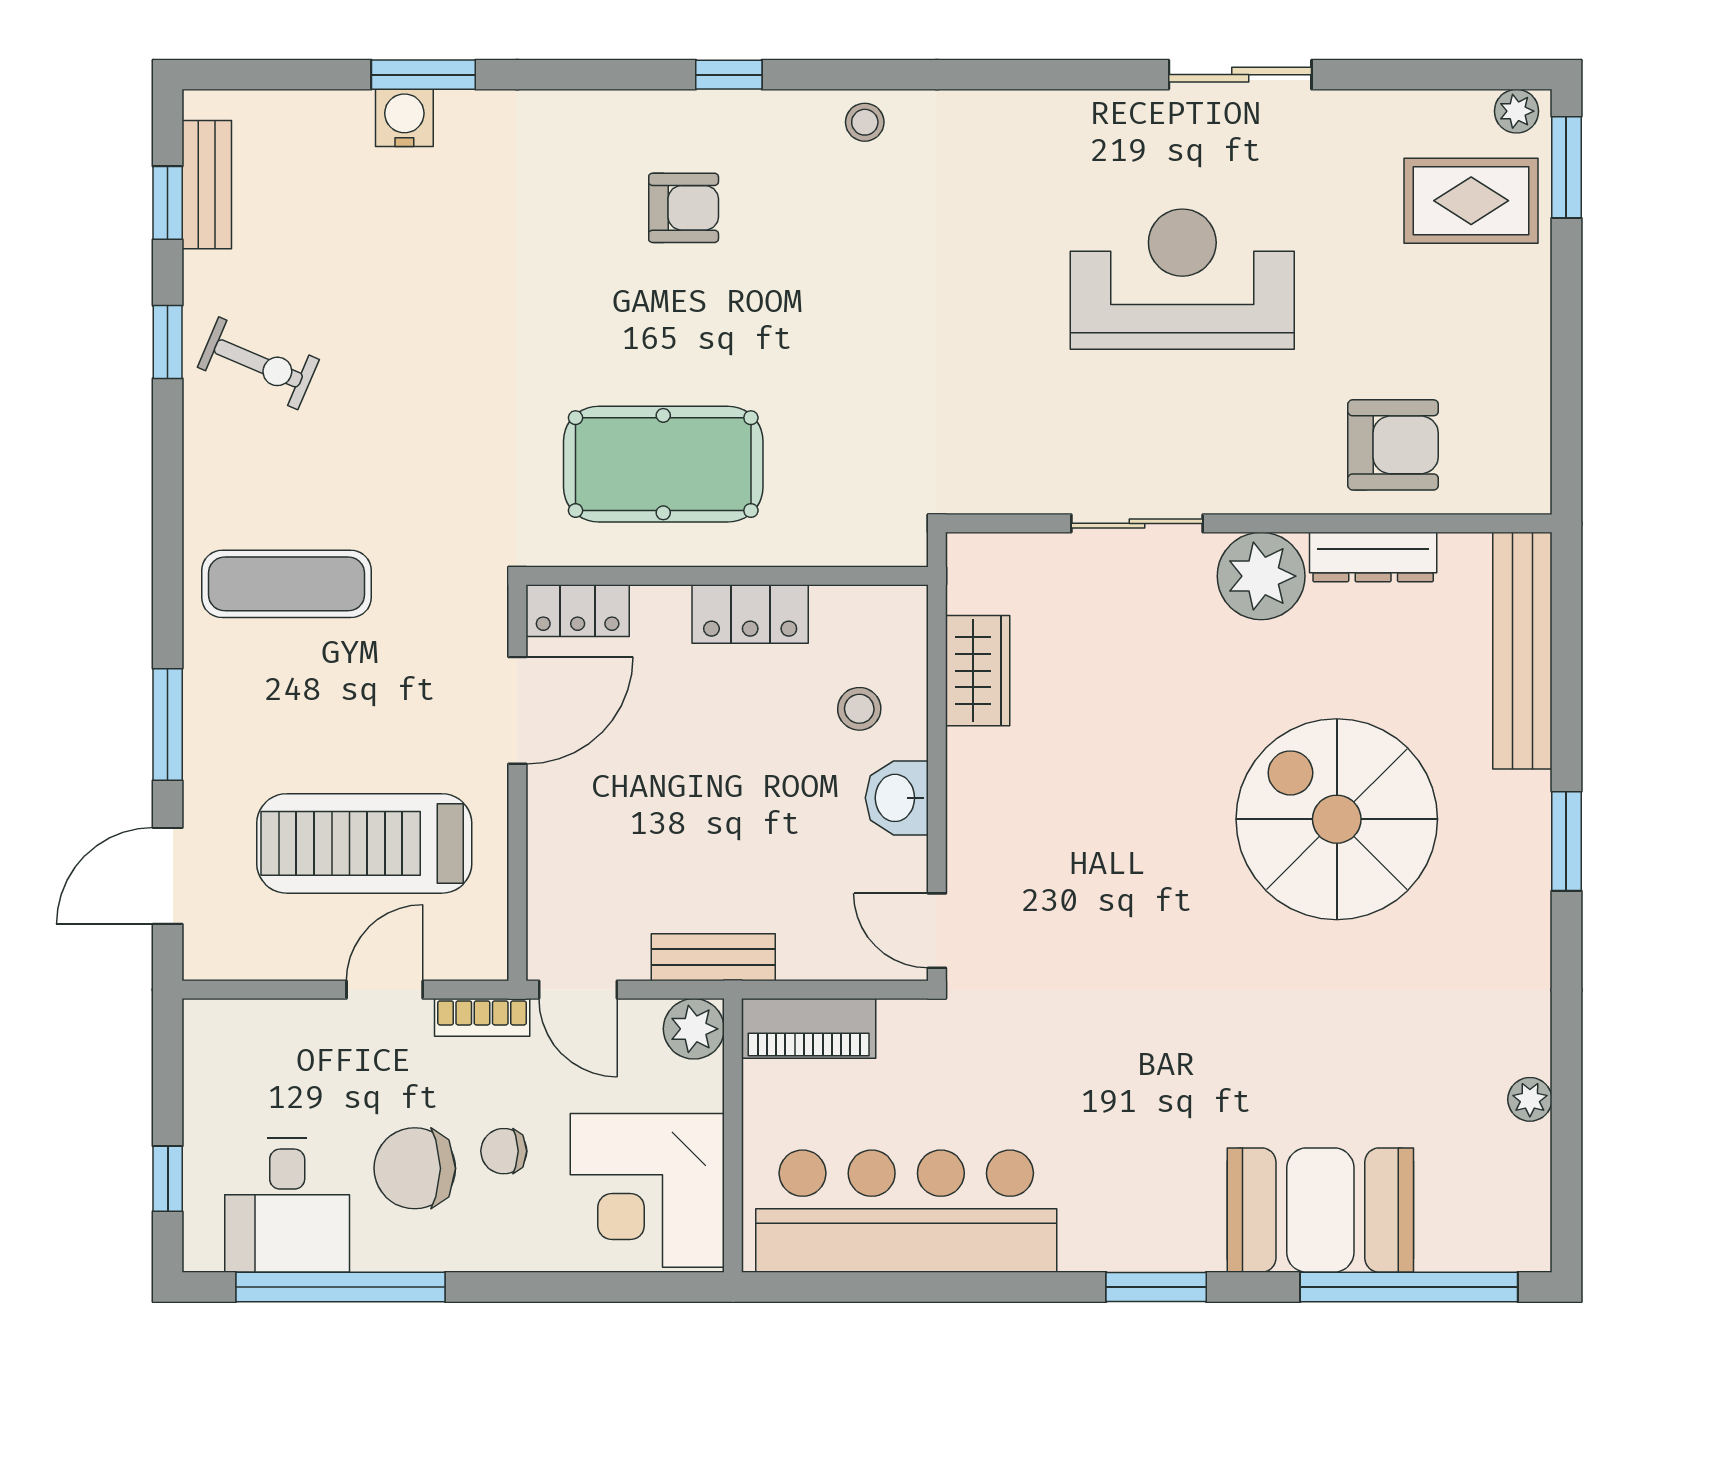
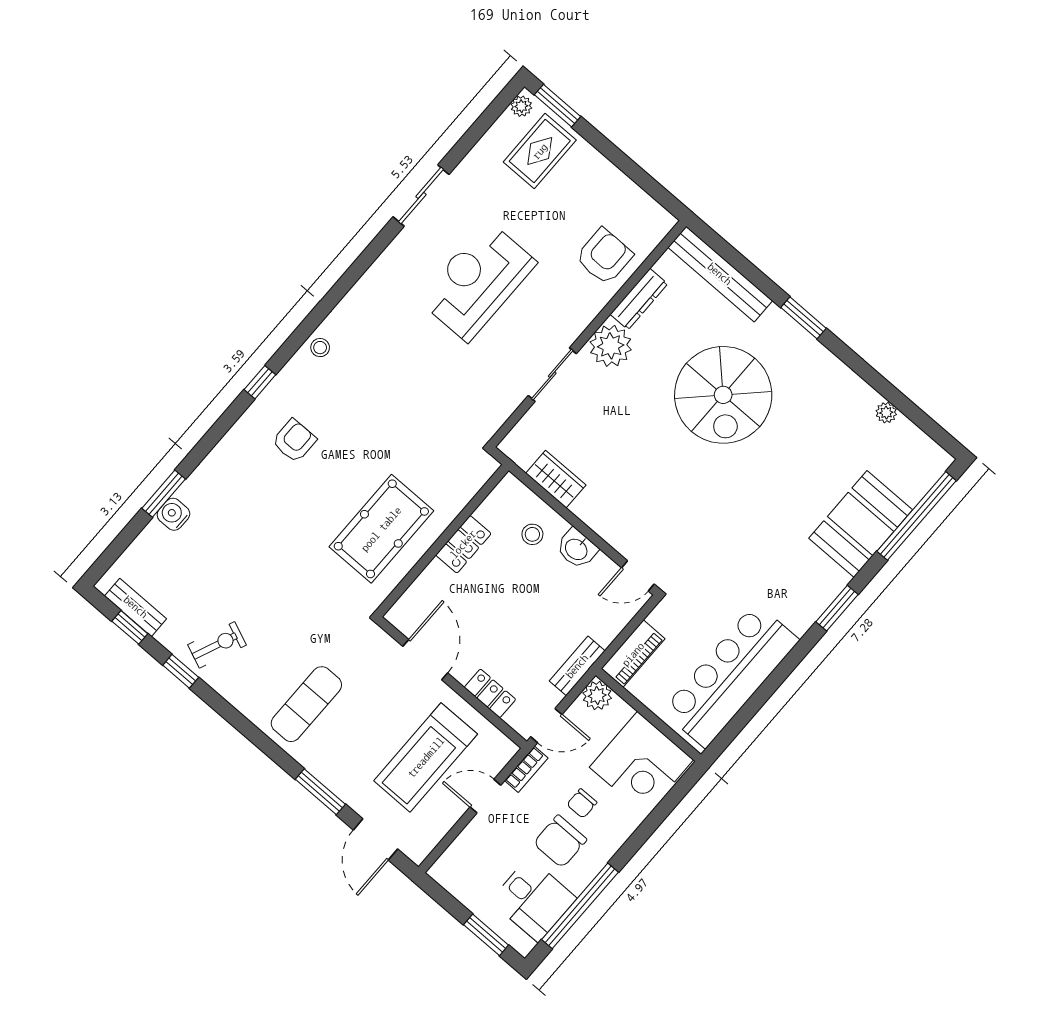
locker: (578, 611) -> (490, 693), moved, turned -90
spiral stairs: (1337, 819) -> (723, 395), turned -90
door: (385, 990) -> (485, 796), hinge flipped
window: (168, 1179) -> (486, 935), width x1.50

